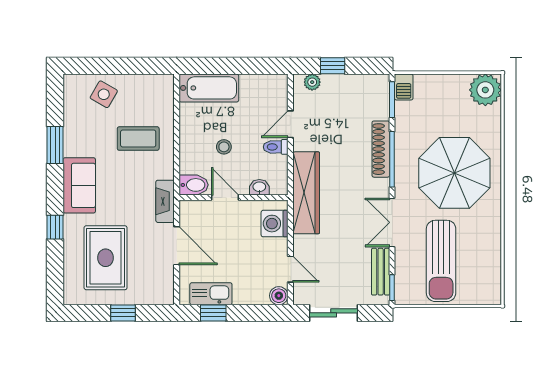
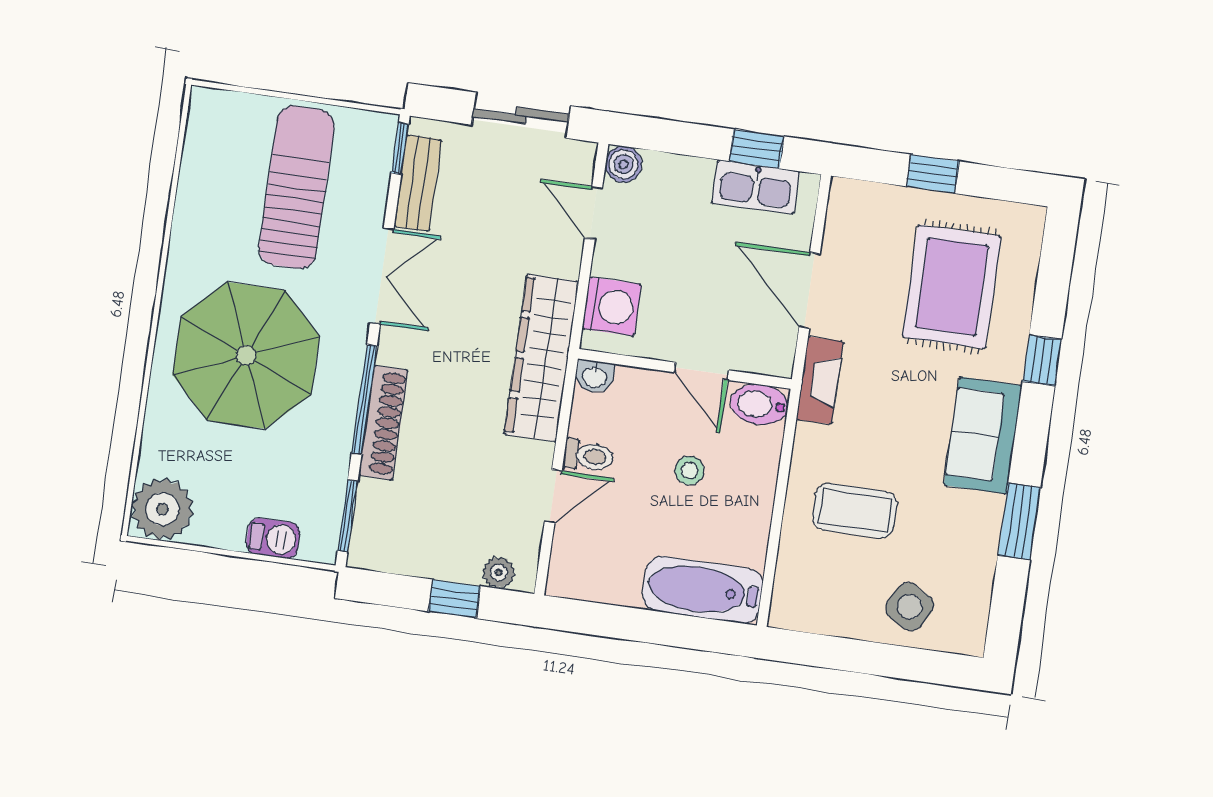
barbecue: (404, 87) -> (273, 538), moved, turned 90
washbasin: (259, 187) -> (594, 377), moved

